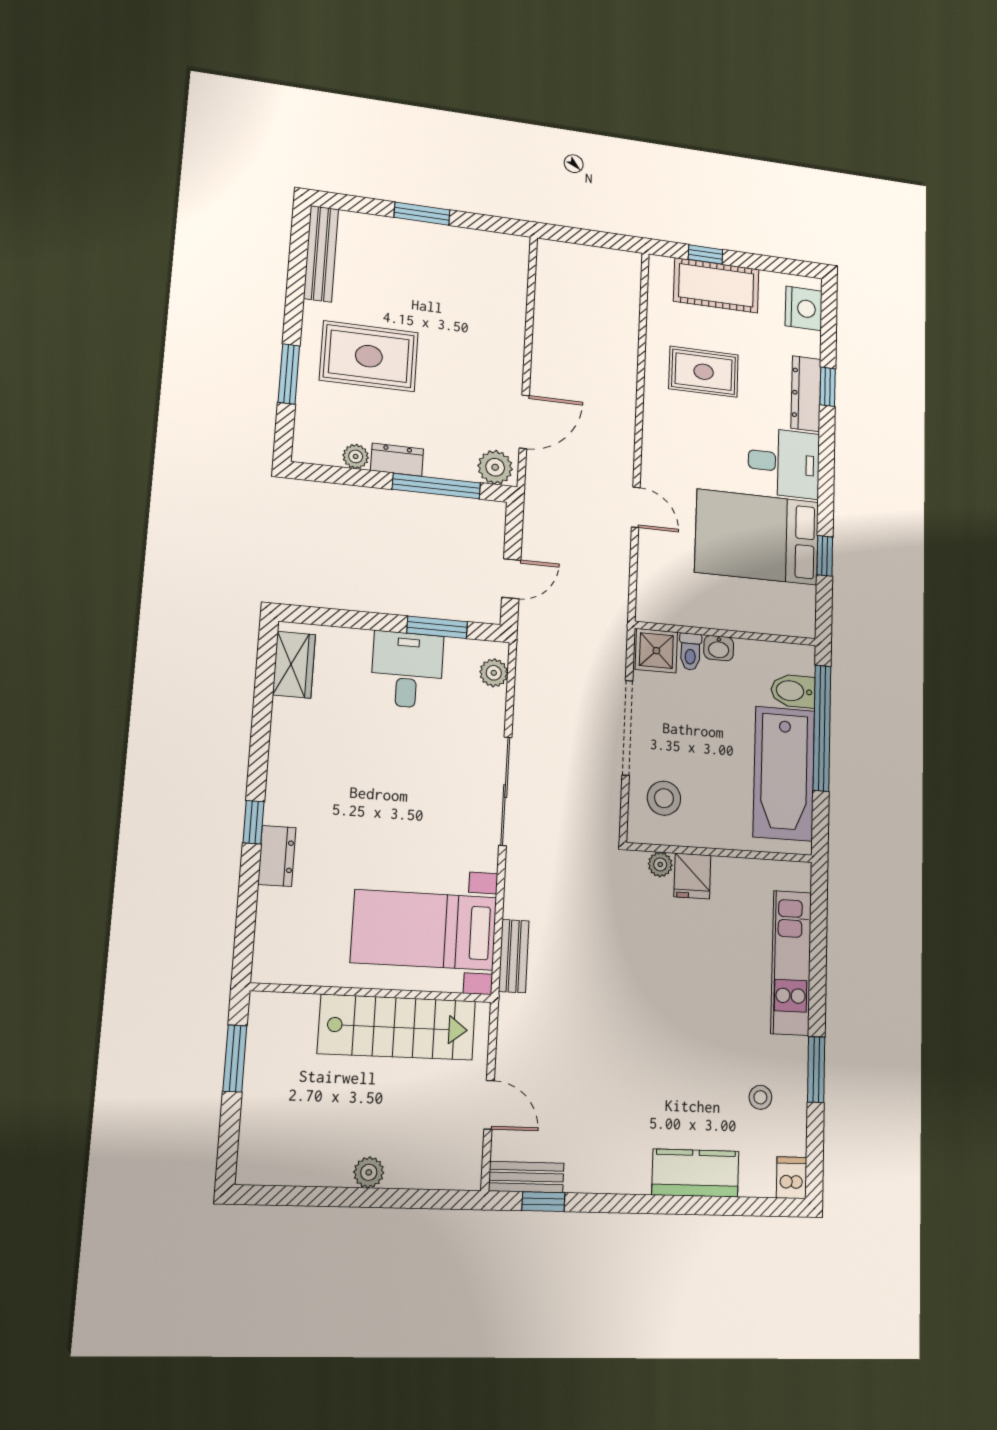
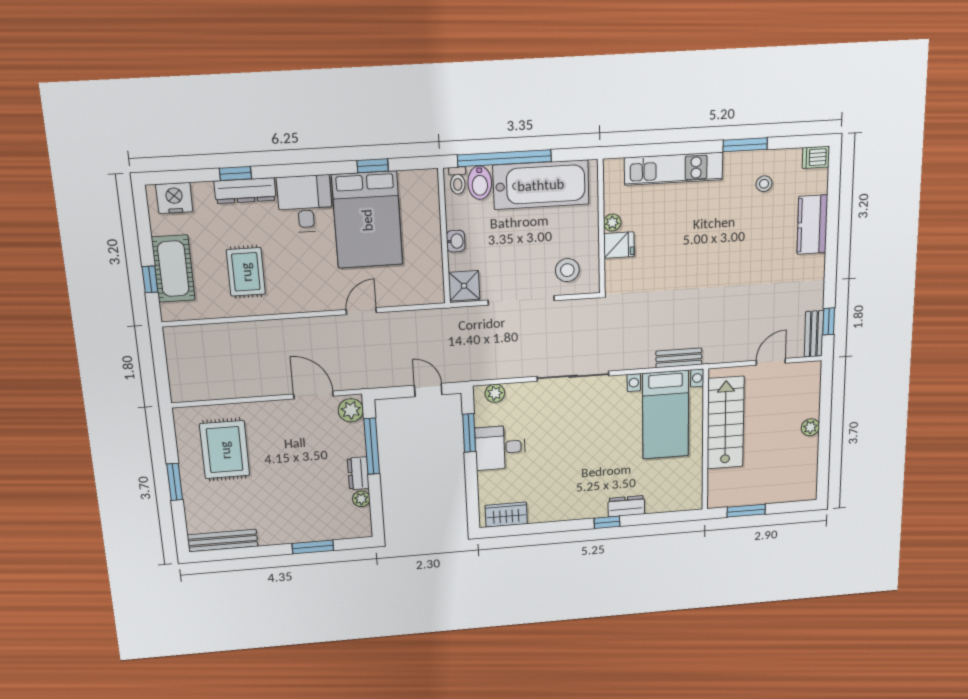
rug: (369, 356) -> (225, 450), moved
toilet: (690, 652) -> (458, 181), moved, turned 90
plant: (660, 864) -> (612, 223), moved

